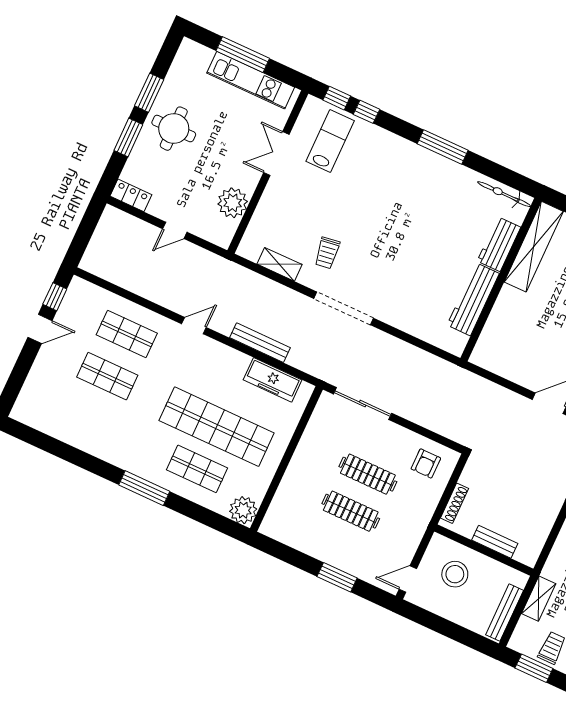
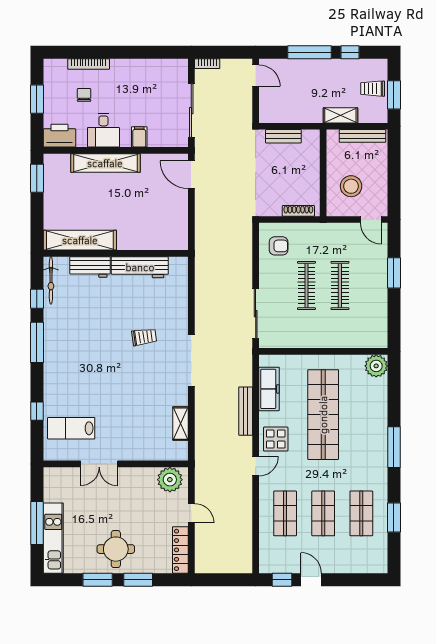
kitchen unit: (251, 80) -> (53, 538), moved
window: (337, 98) -> (37, 299), moved
locker: (131, 195) -> (180, 550), width x1.53
plant: (233, 203) -> (170, 480), moved
trolley: (327, 253) -> (144, 337), moved
door: (194, 326) -> (256, 466), swing flipped
display table: (214, 362) -> (276, 439), added
window: (66, 452) -> (394, 518), added
shop shelf: (197, 469) -> (361, 513), moved
bench: (495, 542) -> (283, 136), moved, turned 90

